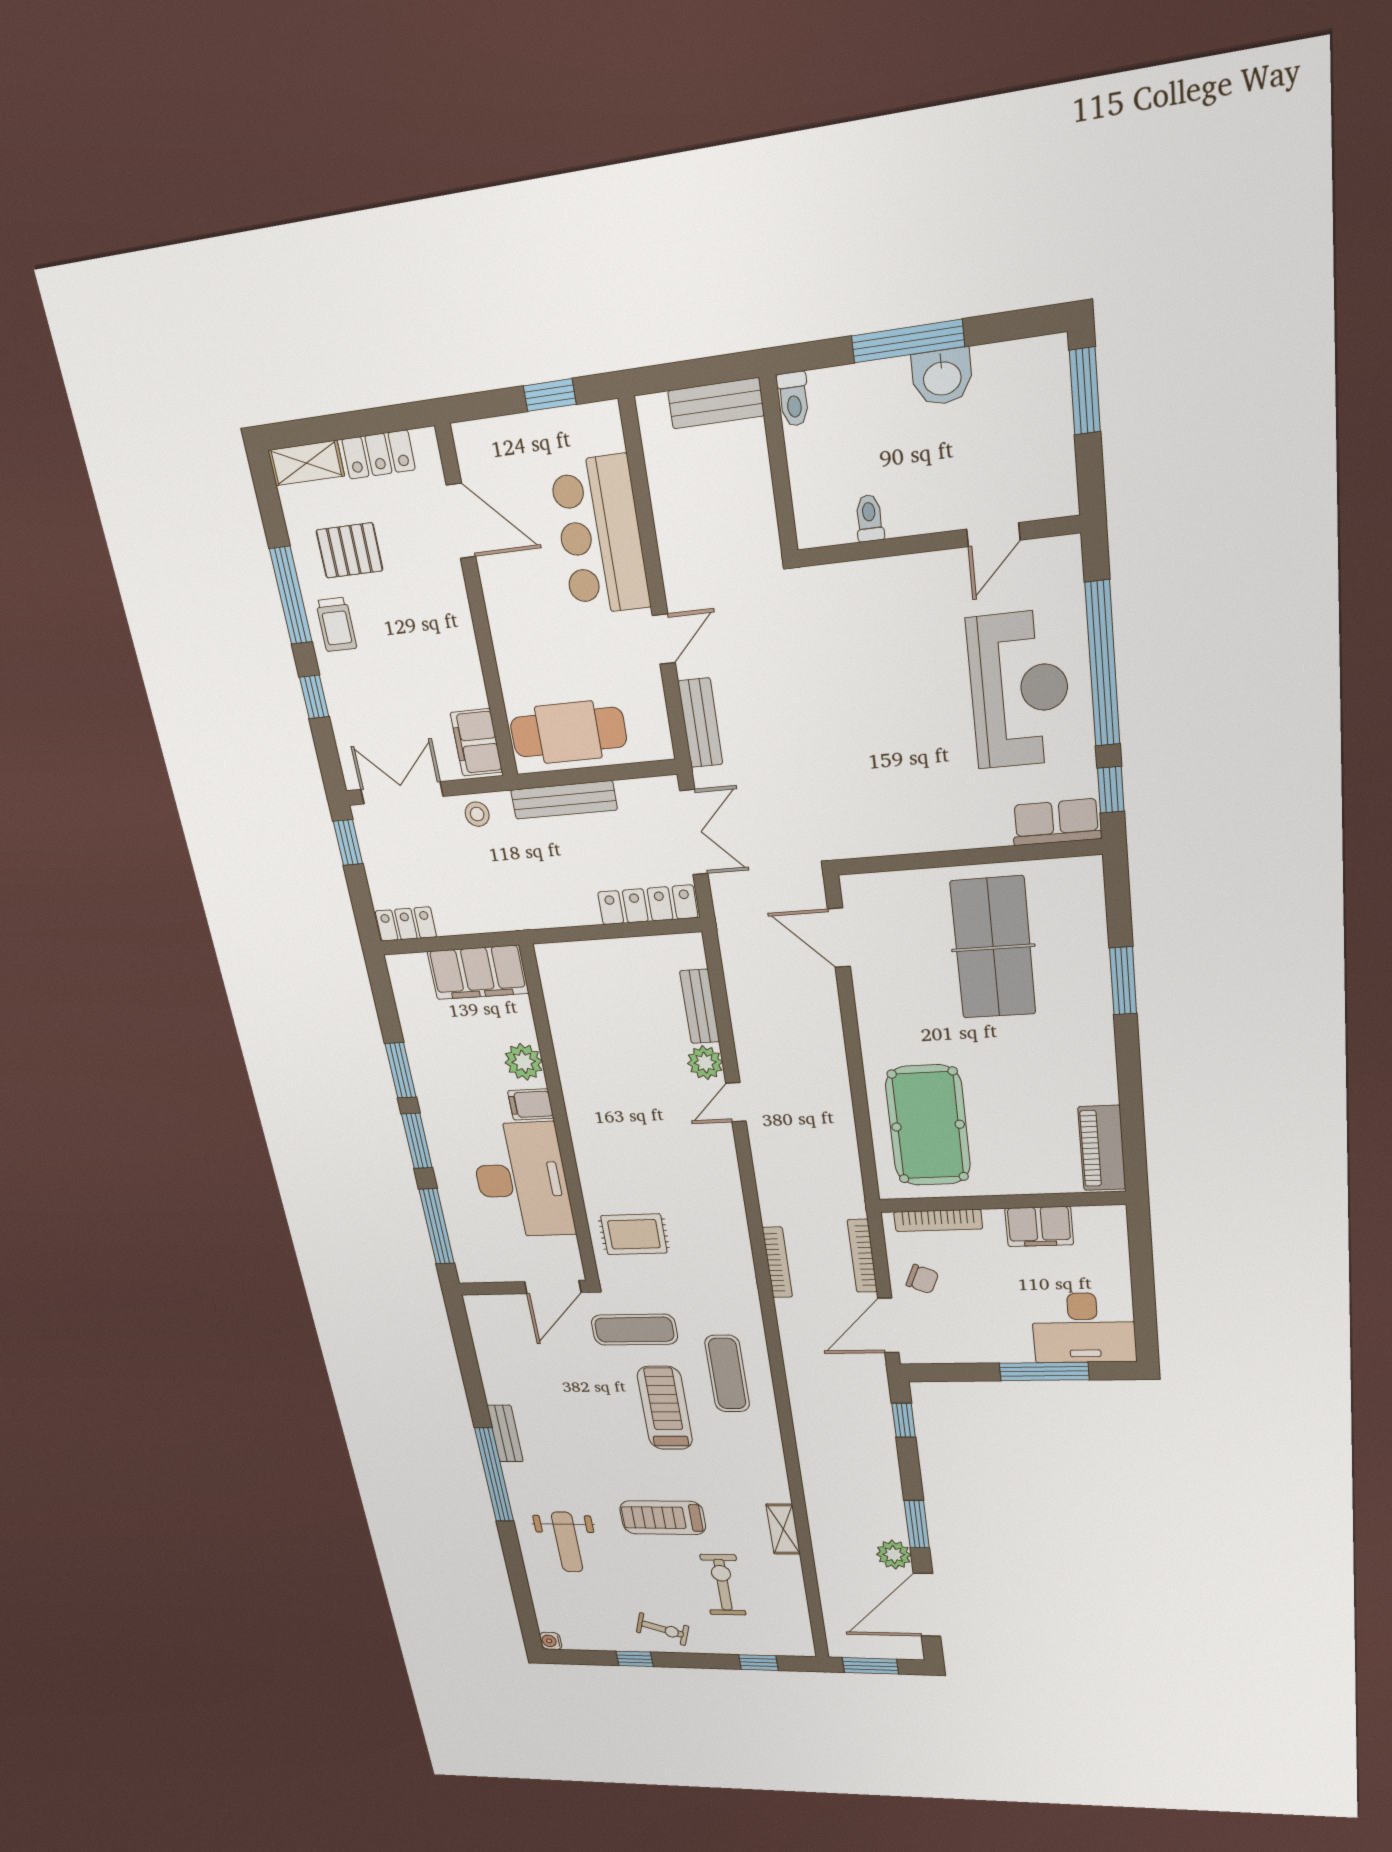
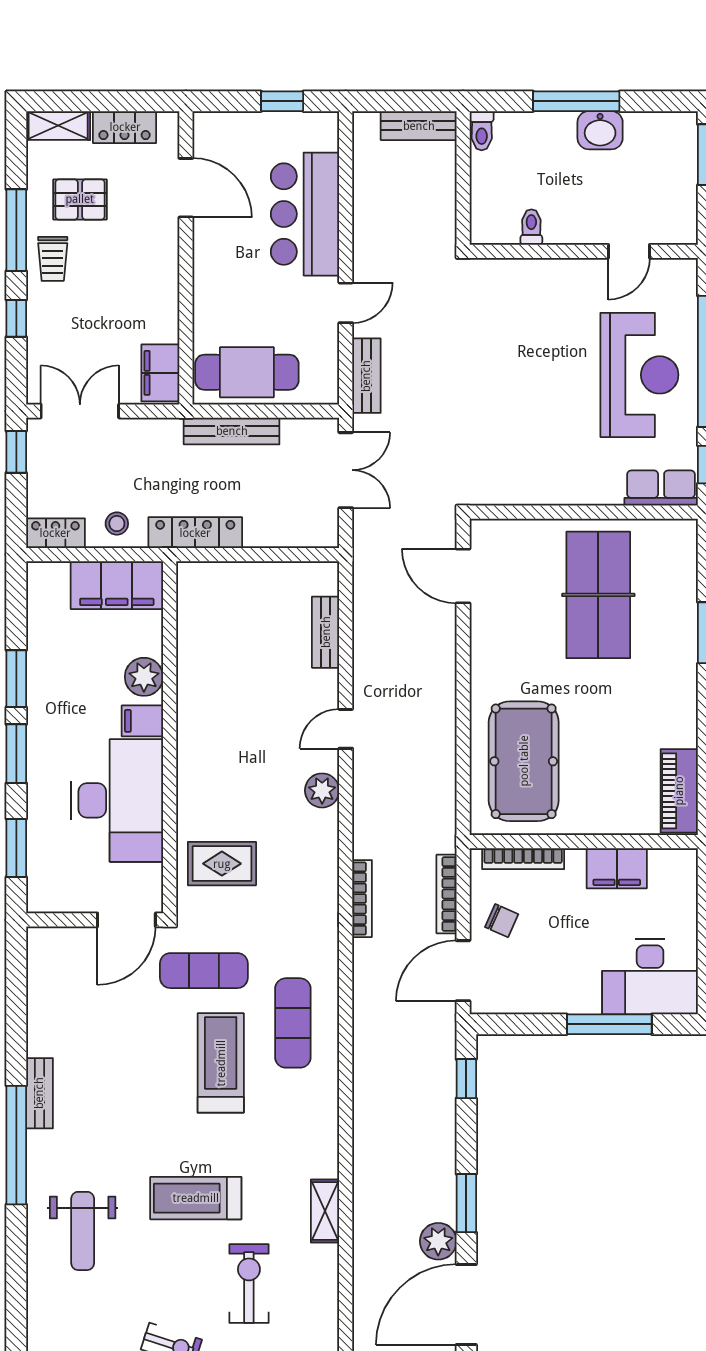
stool: (477, 814) -> (117, 524), moved
locker: (648, 905) -> (195, 533), moved
plant: (705, 1063) -> (322, 790), moved
window: (437, 1226) -> (16, 848), width x0.69

